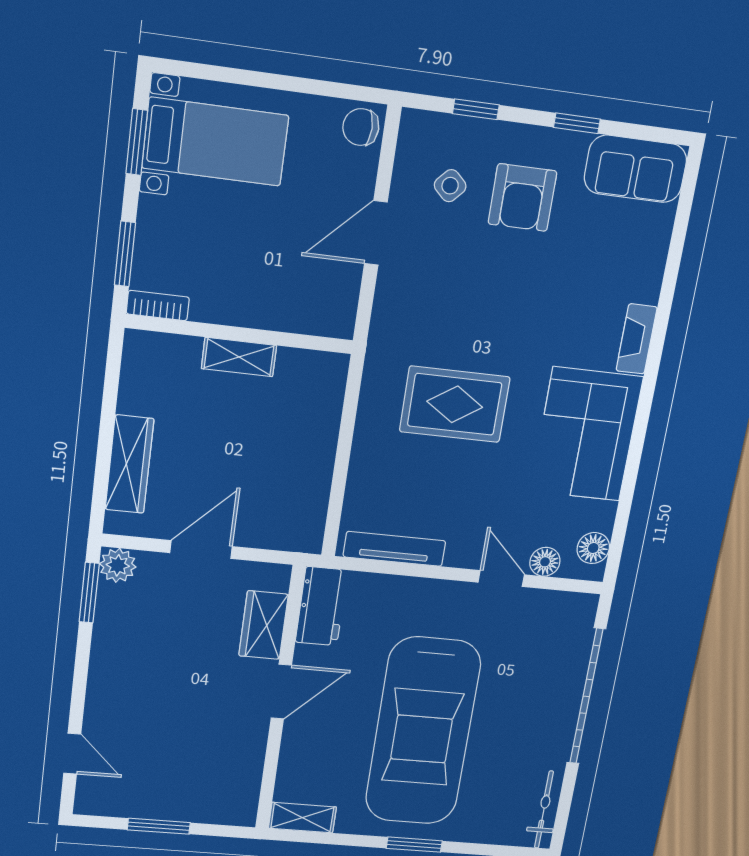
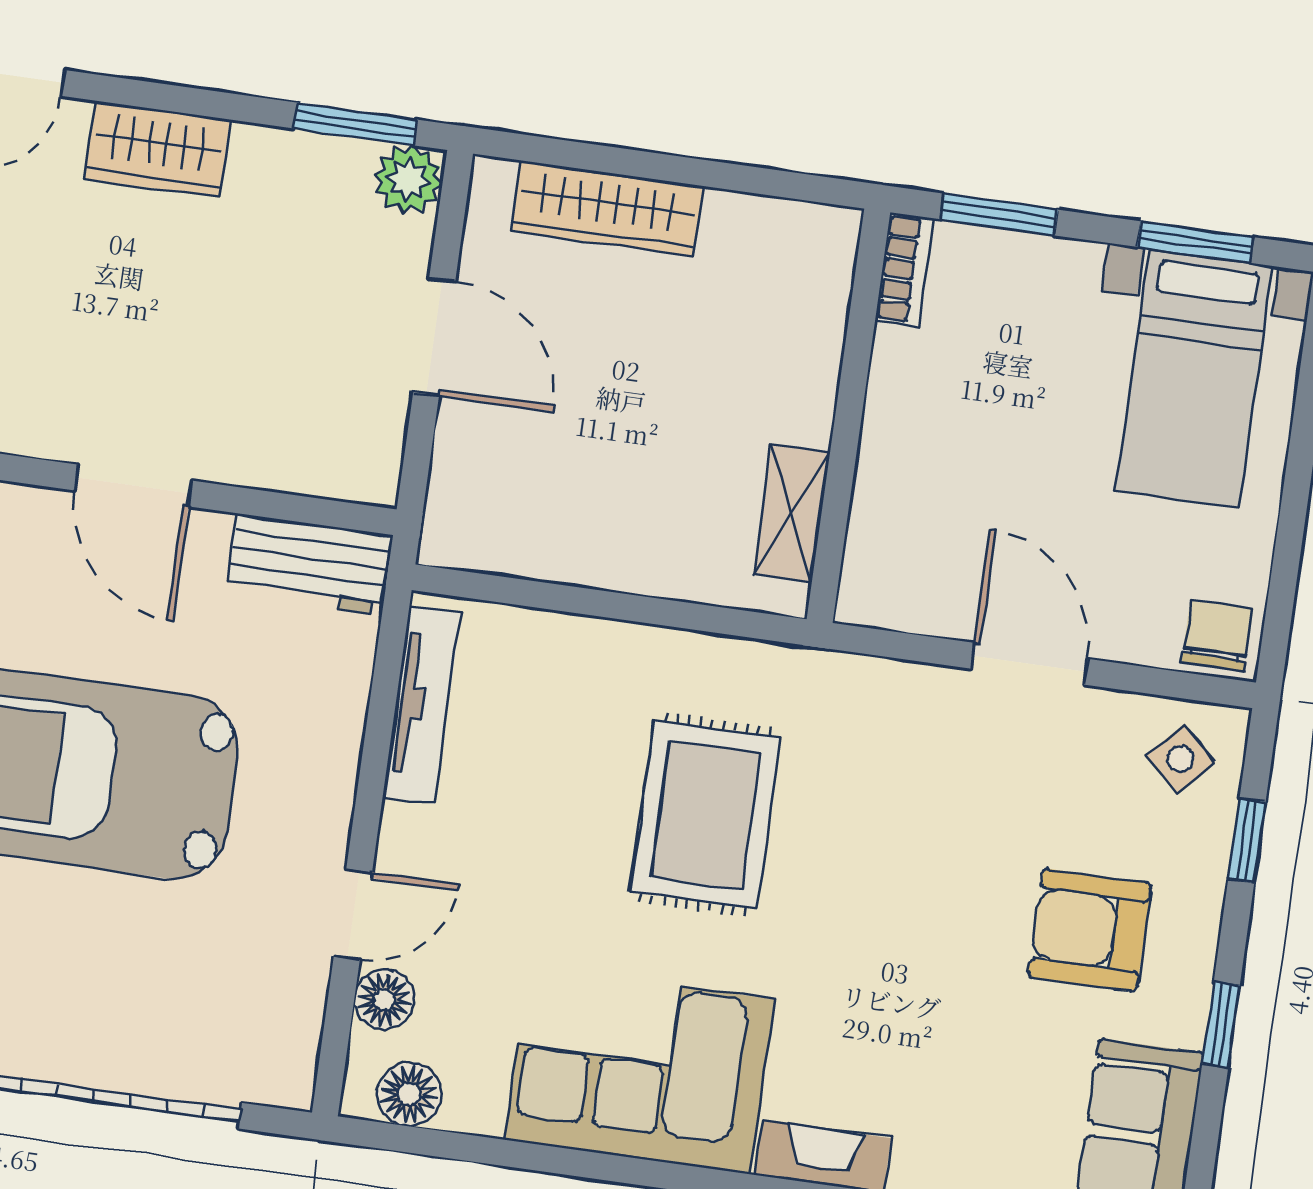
side table: (450, 186) -> (1180, 759), moved
shelving: (239, 357) -> (792, 513), moved
wardrobe: (264, 625) -> (157, 149), moved, turned 180

